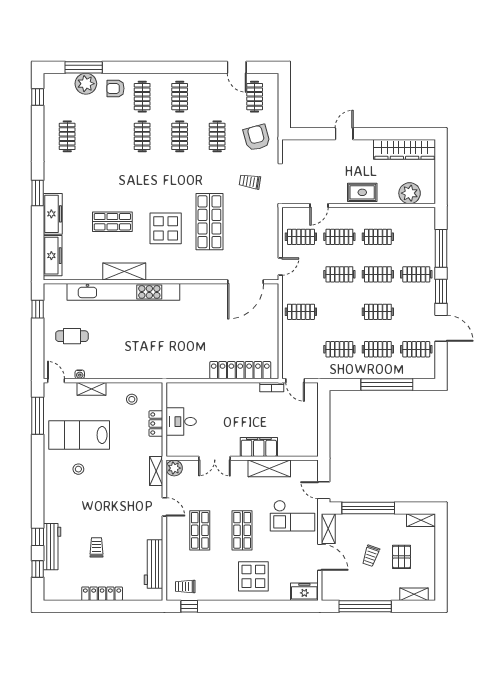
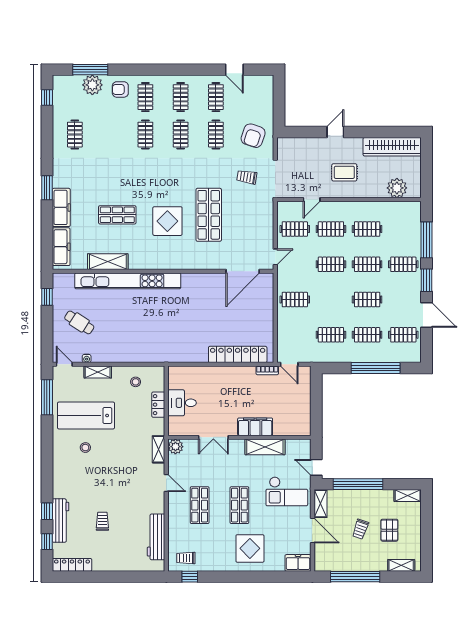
clothes rail: (255, 97) -> (216, 97), moved
armchair: (257, 138) -> (253, 136), turned -146
rug: (362, 192) -> (344, 172), moved
shelving: (124, 271) -> (108, 262), moved
cafe table: (72, 336) -> (79, 322), turned 33
locker: (102, 594) -> (72, 565), moved

